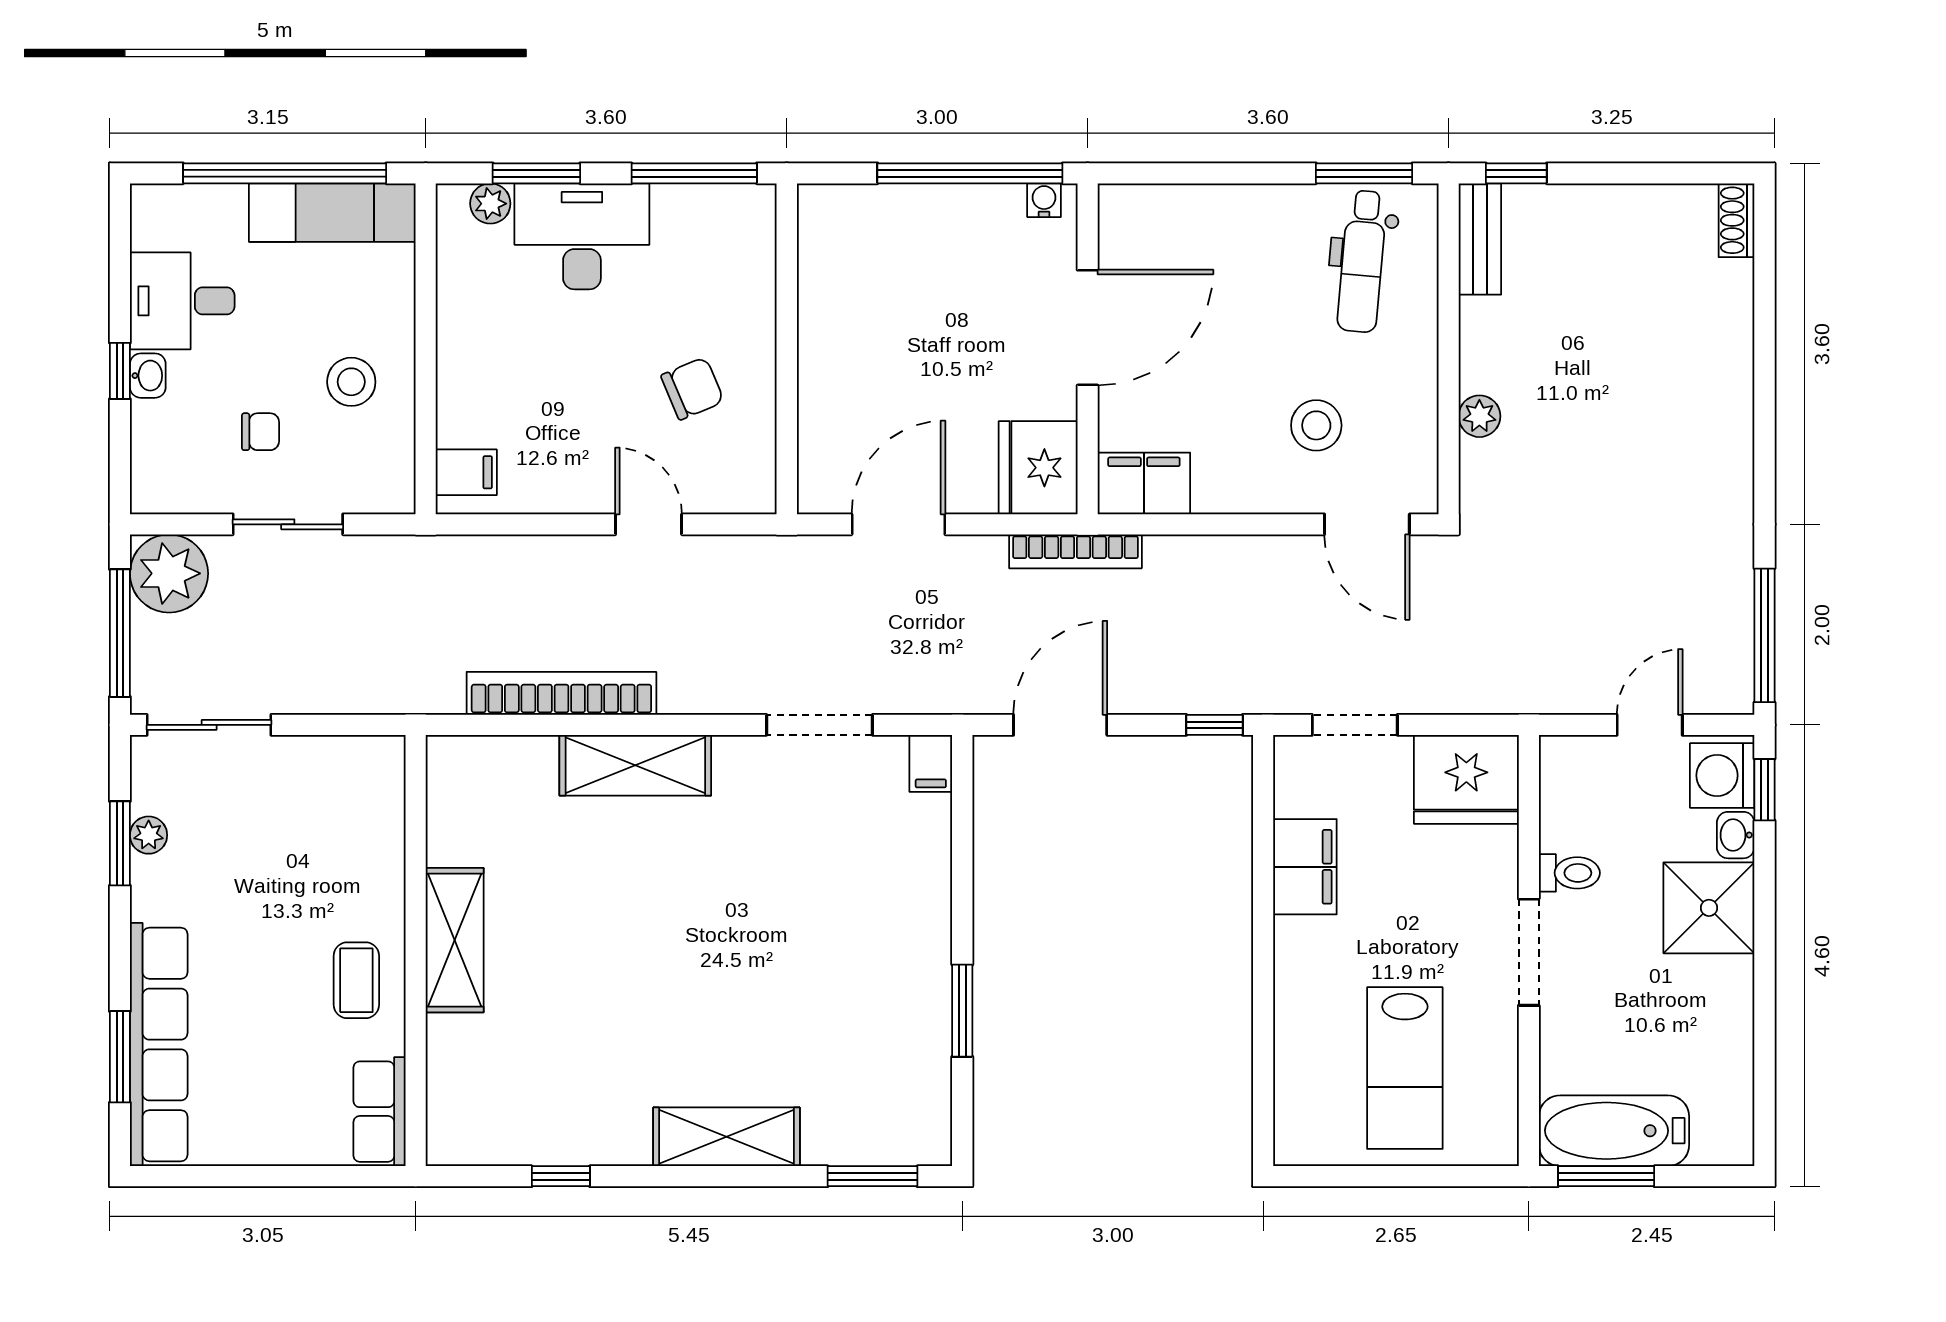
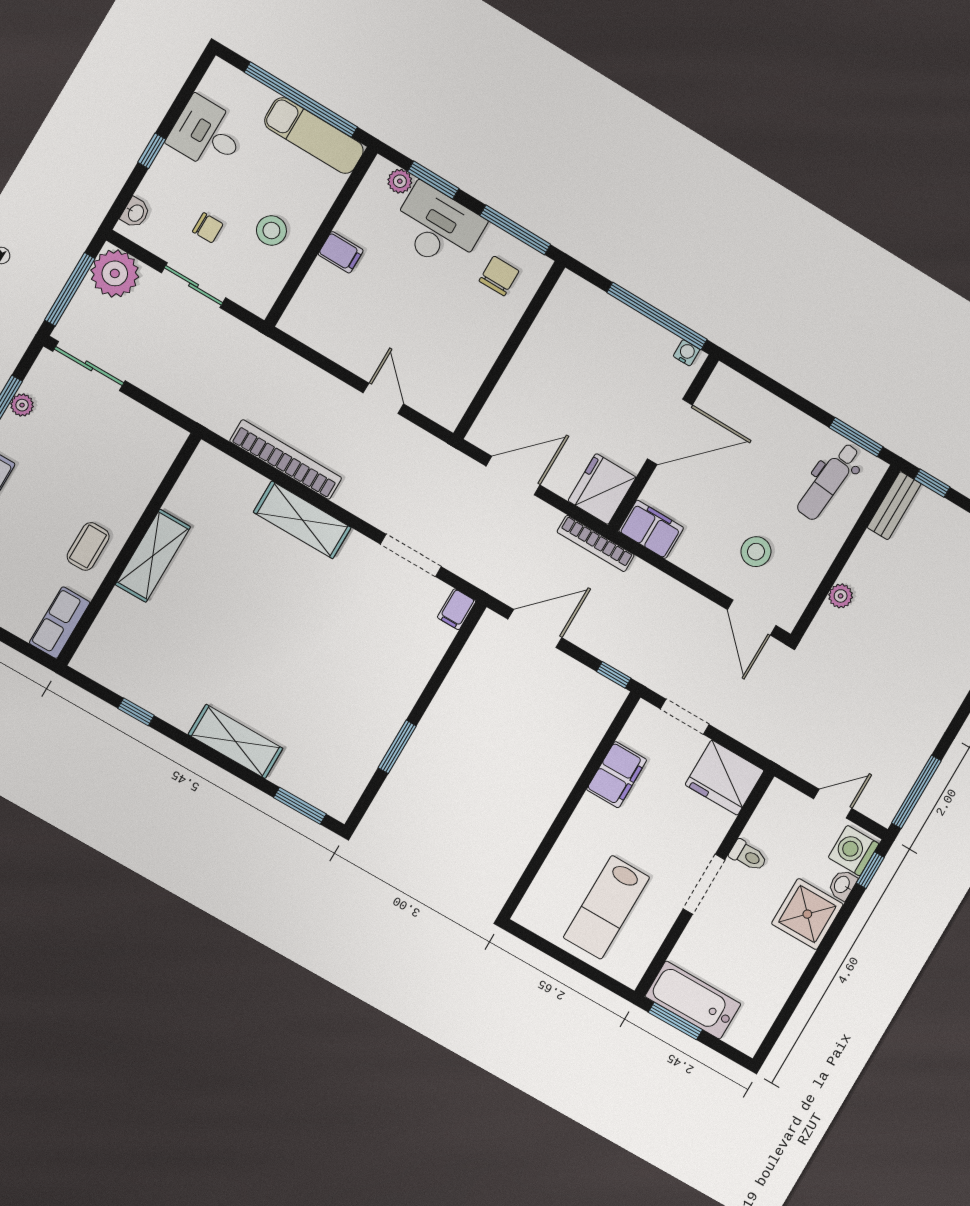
washbasin: (148, 376) -> (135, 213), moved
chair: (692, 388) -> (499, 276), moved, turned -67
filing cabinet: (466, 472) -> (341, 252), moved

